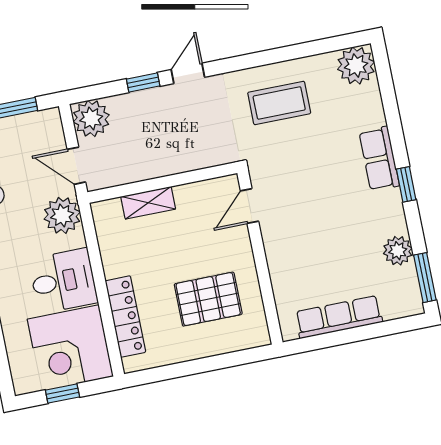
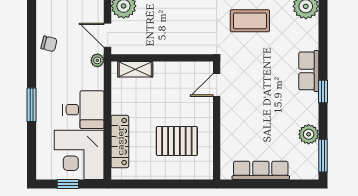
shelving: (148, 203) -> (135, 69), moved
plant: (62, 215) -> (97, 60), width x0.53, depth x0.53

